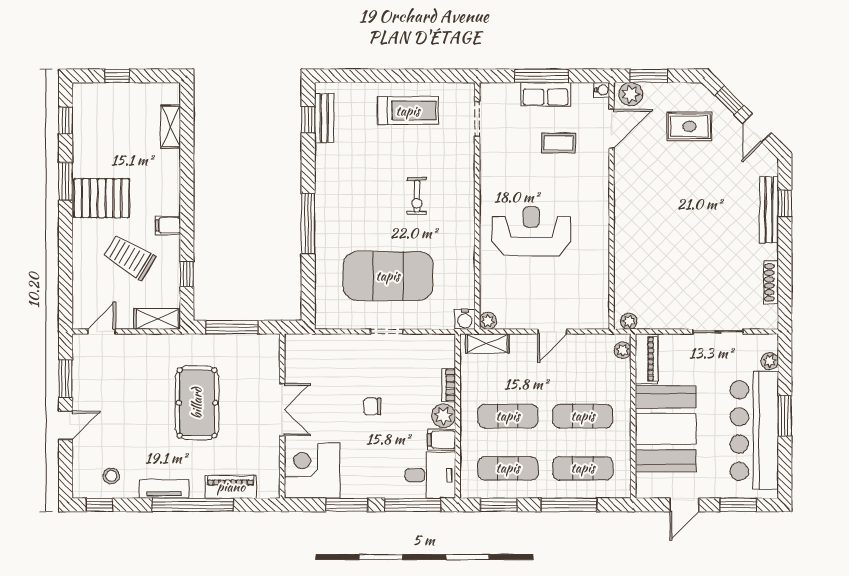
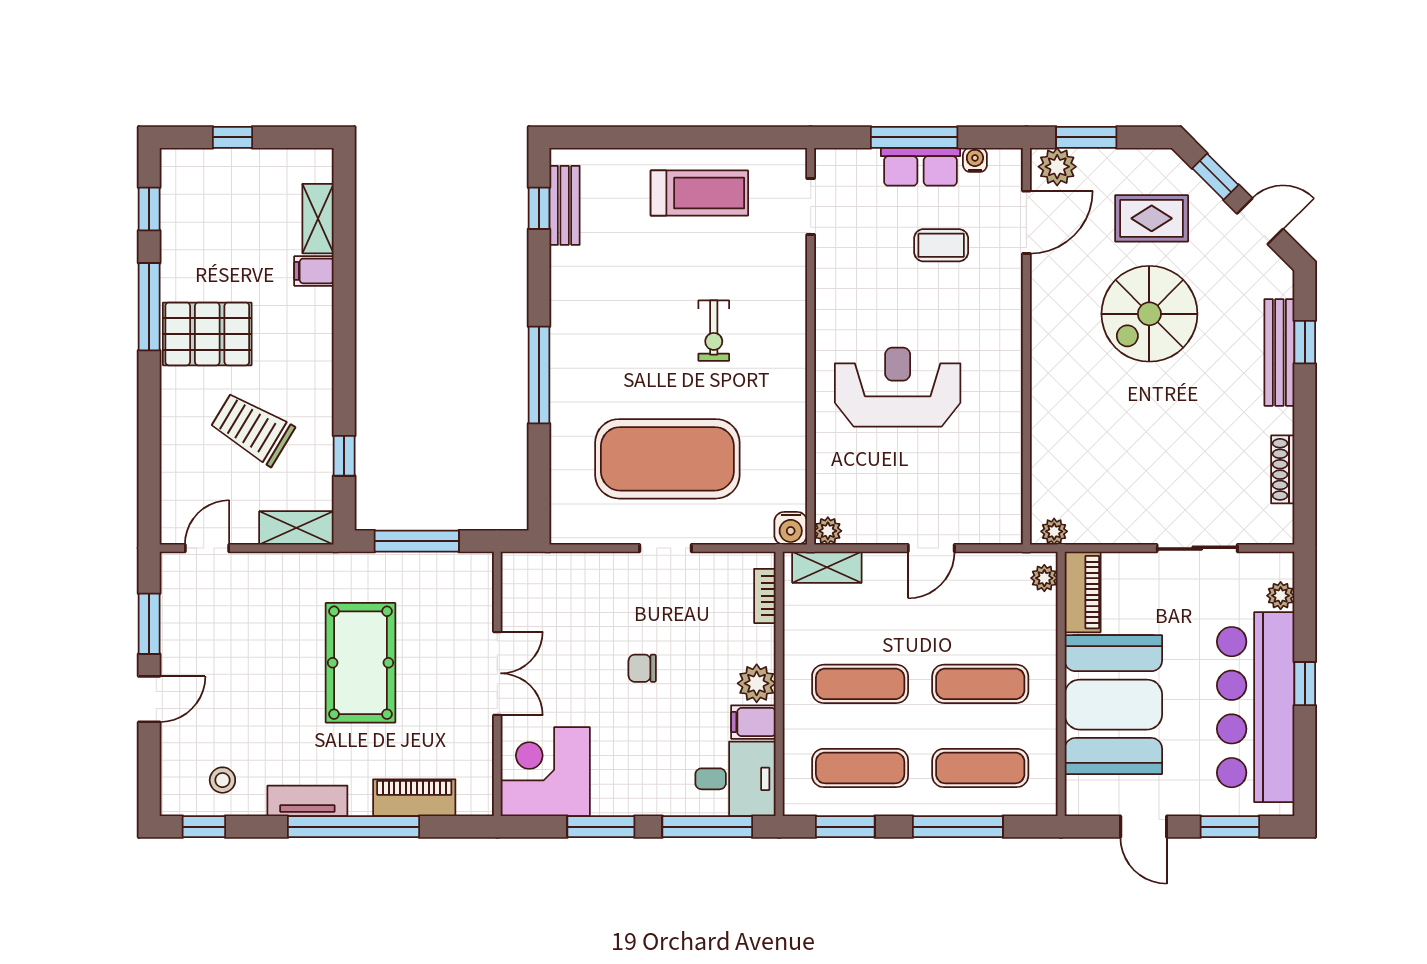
water cooler: (602, 90) -> (975, 160), moved, turned -90
door: (757, 128) -> (1260, 221), swing flipped
window: (66, 181) -> (149, 307), width x1.44
spiral stairs: (688, 186) -> (1149, 314), added
filing cabinet: (168, 225) -> (314, 271), moved
bookcase: (449, 385) -> (765, 596), moved
window: (785, 416) -> (1305, 684), width x0.67
door: (684, 505) -> (1144, 827), hinge flipped

